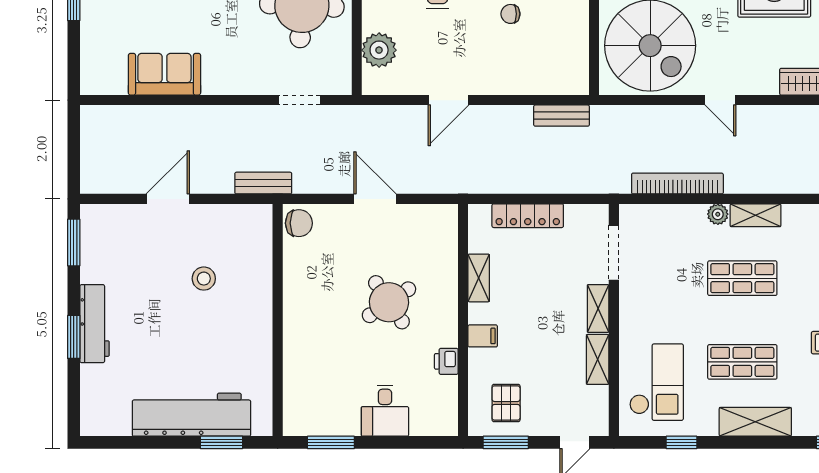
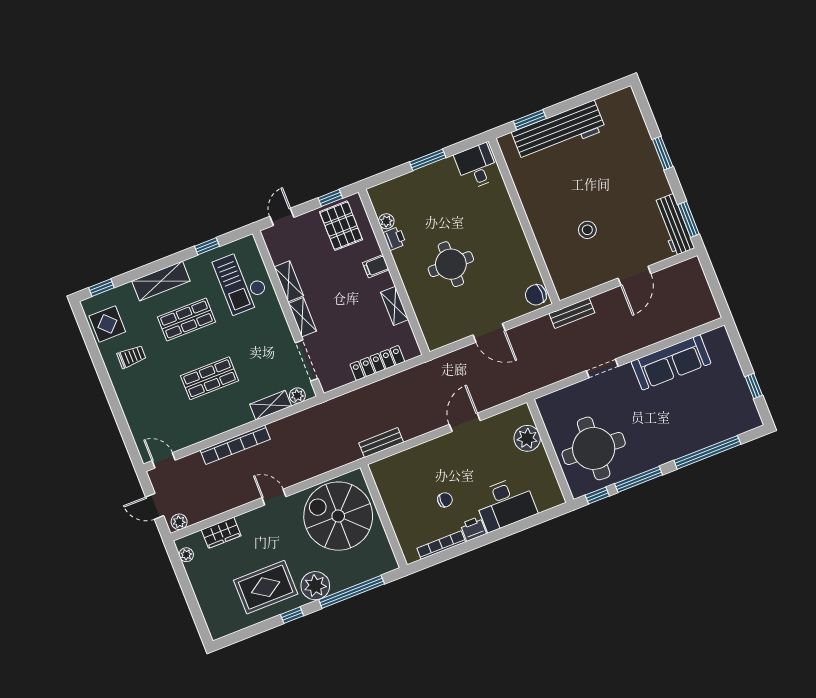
sofa: (164, 74) -> (671, 362), width x1.36
doorway: (300, 100) -> (602, 368), moved
bookcase: (677, 184) -> (235, 445), moved
plant: (718, 214) -> (297, 396), moved
shelving: (756, 215) -> (271, 405), moved
round table: (389, 302) -> (451, 264), turned 34
workbench: (95, 324) -> (674, 225), moved
plant: (448, 386) -> (386, 221), added
pallet: (506, 403) -> (341, 226), width x1.50, depth x1.42
desk: (385, 411) -> (477, 166), moved
window: (331, 442) -> (428, 160), moved
window: (506, 442) -> (330, 198), width x0.67

